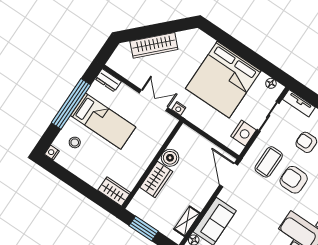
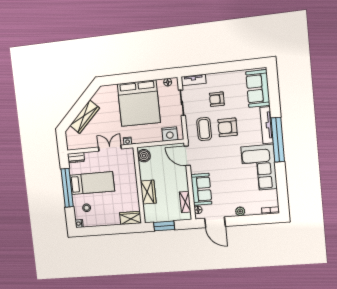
nightstand: (243, 133) -> (170, 134), moved, turned 90
boiler: (170, 158) -> (144, 156), moved

